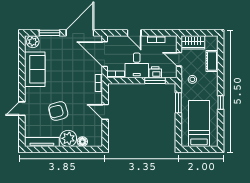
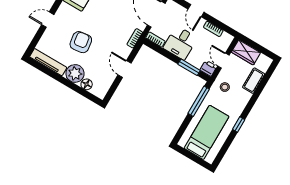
printer: (155, 72) -> (208, 68), moved
window: (178, 103) -> (199, 101), width x1.44
armchair: (58, 111) -> (81, 42), turned 97

